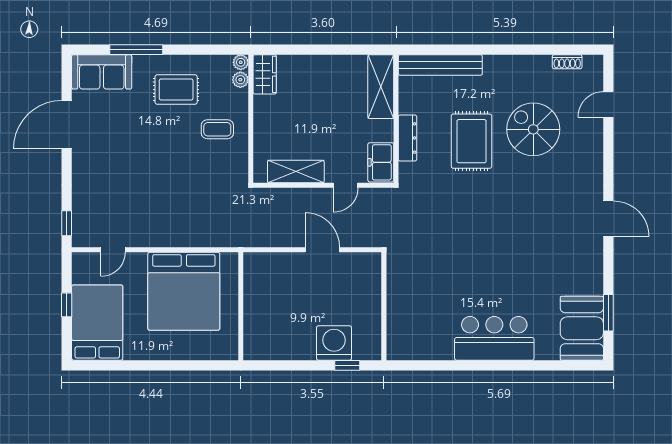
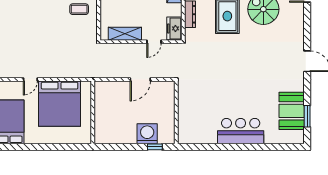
door: (113, 250) -> (30, 79), moved
door: (322, 250) -> (140, 79), swing flipped
booth: (582, 328) -> (292, 111), moved

